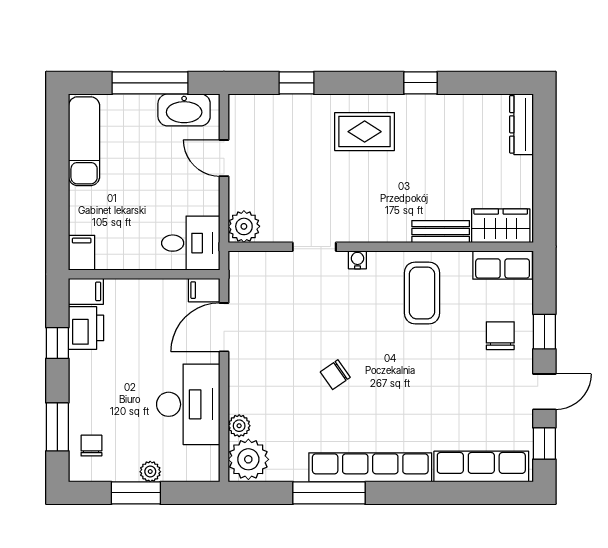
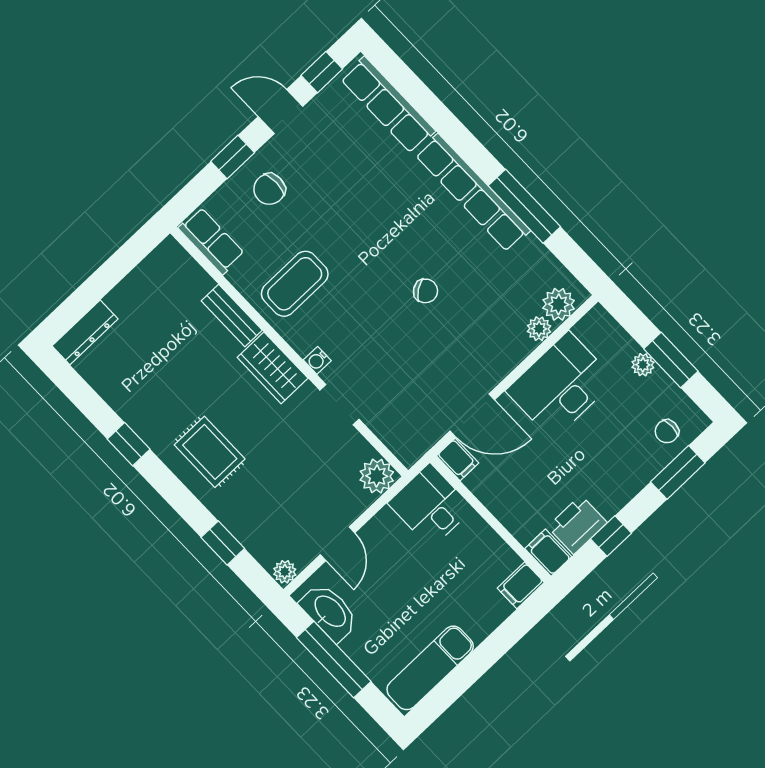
plant: (239, 106) -> (285, 572), added
wardrobe: (501, 226) -> (273, 368), moved
plant: (248, 459) -> (559, 304), width x0.73, depth x0.73

